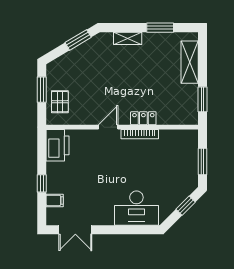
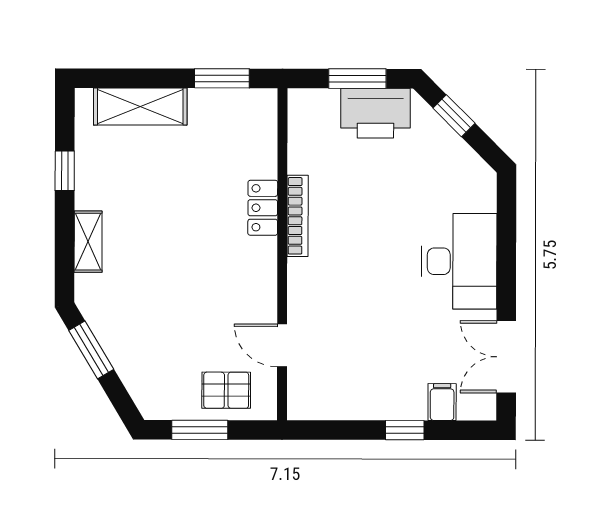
window: (160, 28) -> (65, 171), width x0.67
door: (108, 127) -> (282, 345), moved
printer: (58, 145) -> (376, 113), moved, turned 180
desk: (136, 208) -> (459, 261), moved
double door: (75, 230) -> (506, 357), swing flipped

